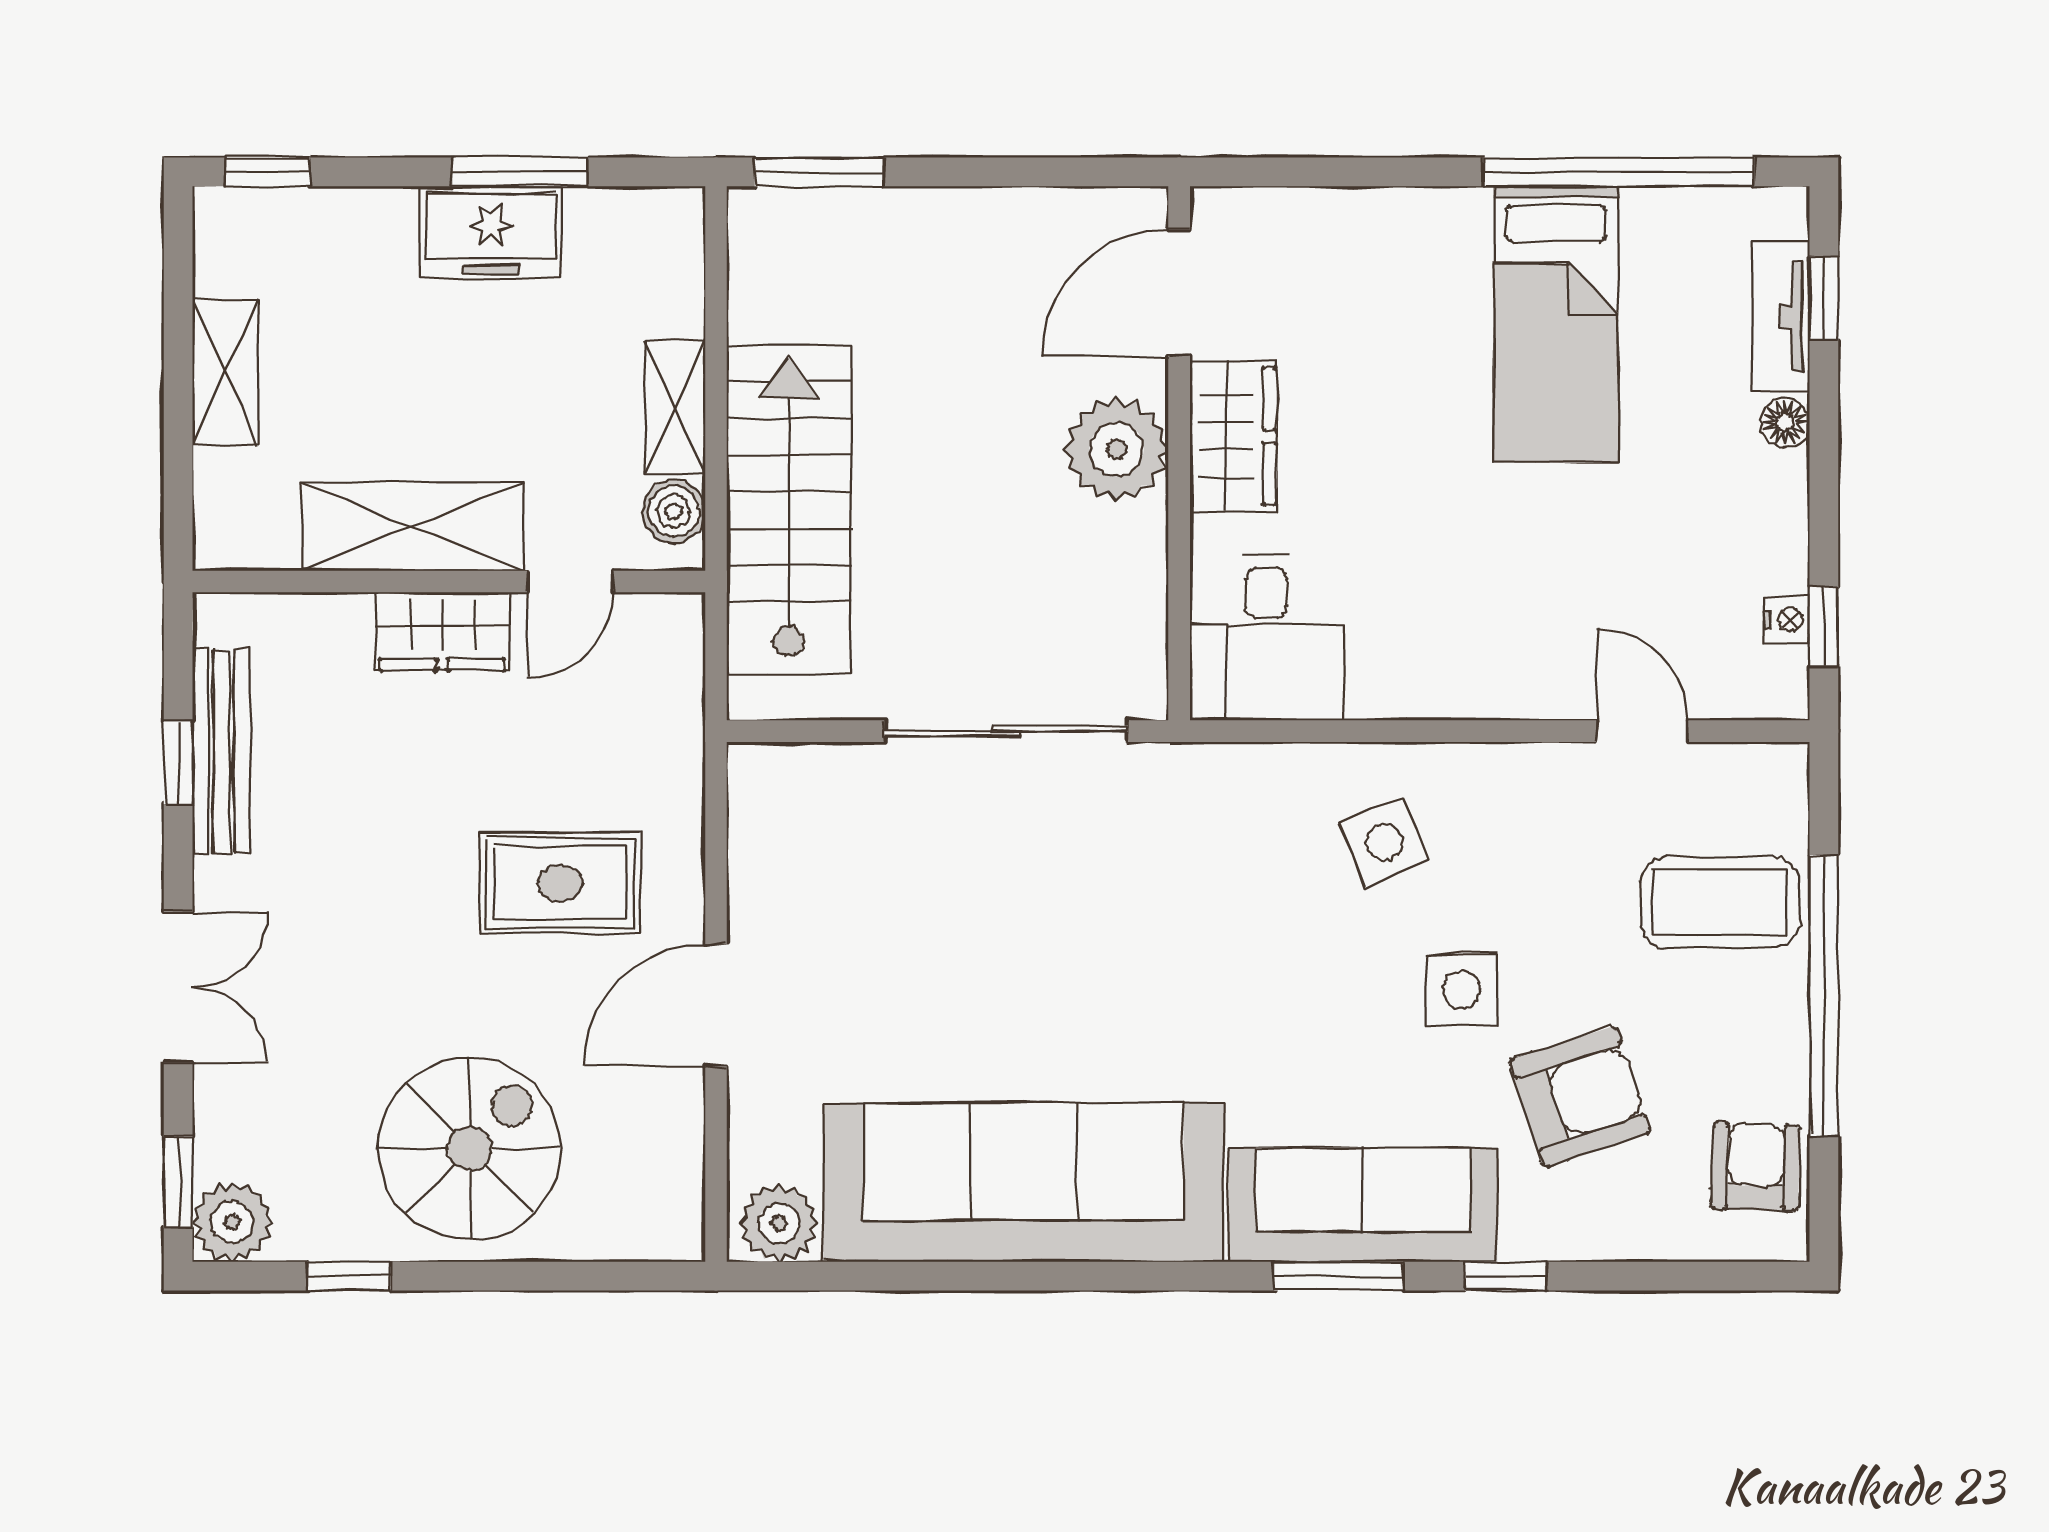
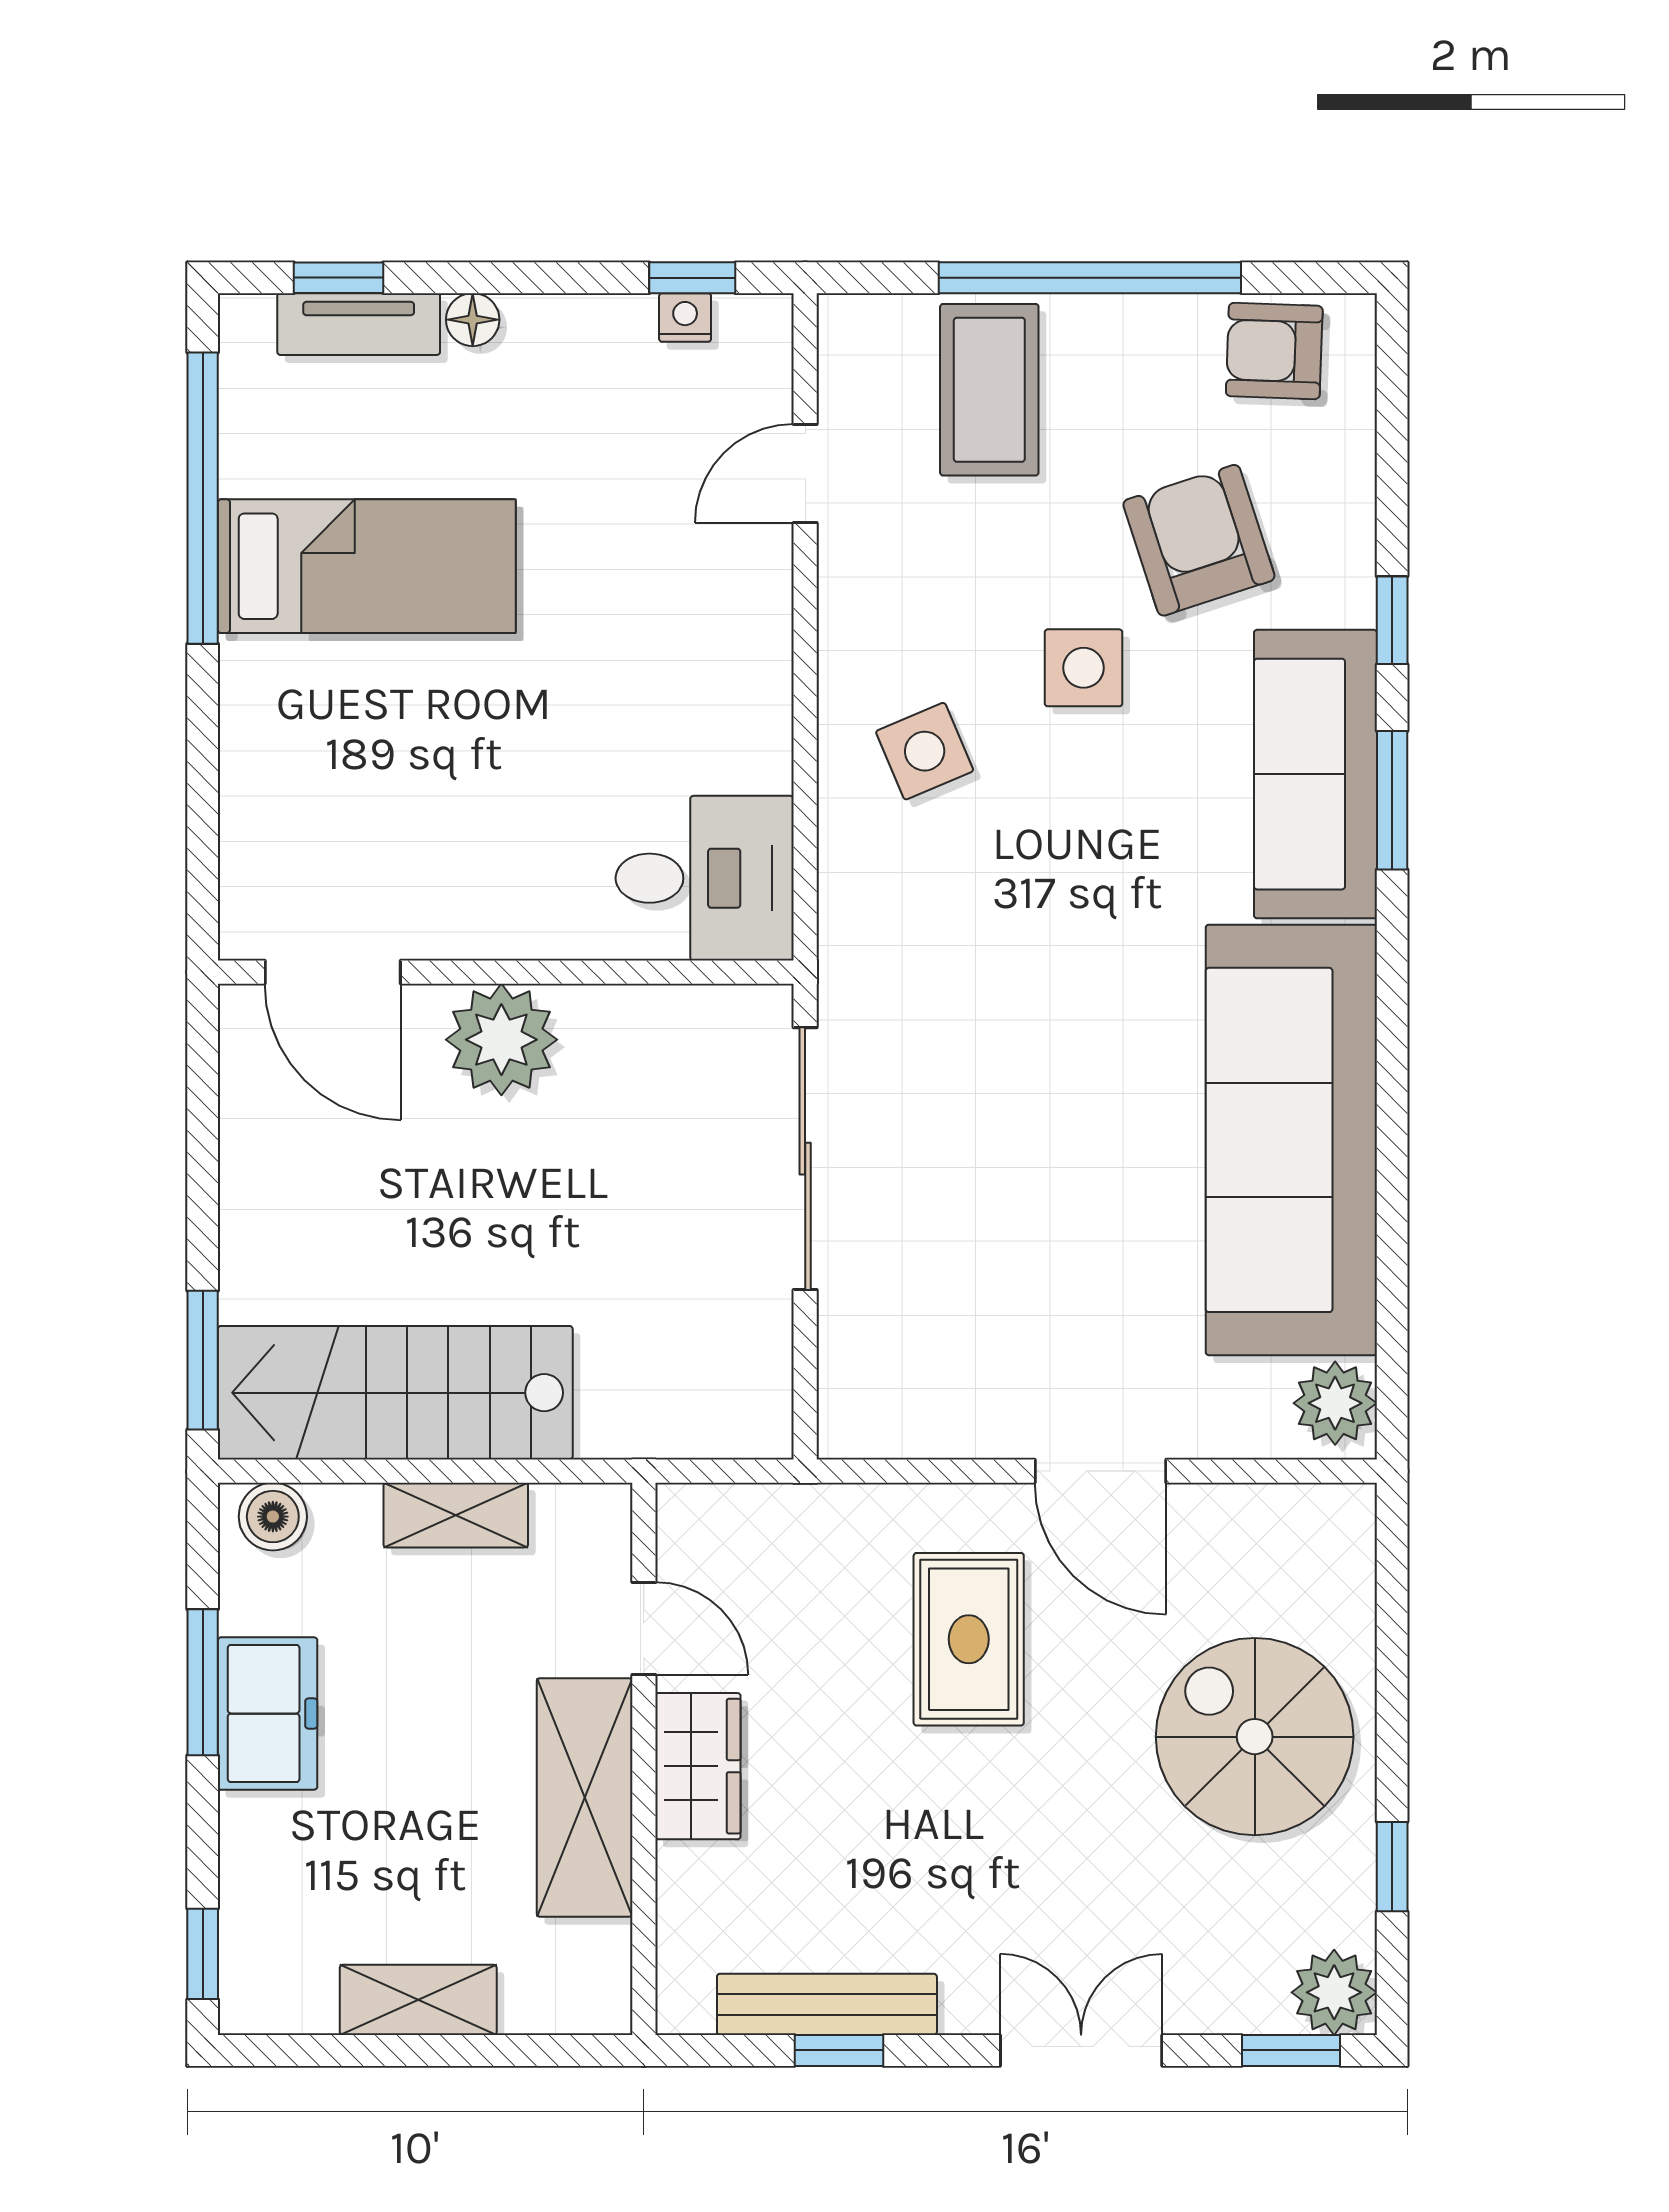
wardrobe: (1233, 436) -> (487, 914), removed
stairs: (789, 509) -> (395, 1393), moved
boiler: (674, 511) -> (273, 1517), moved

